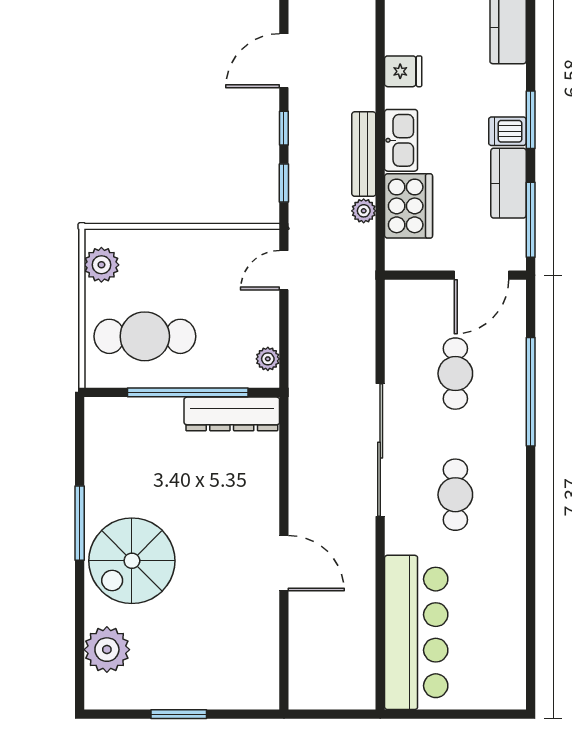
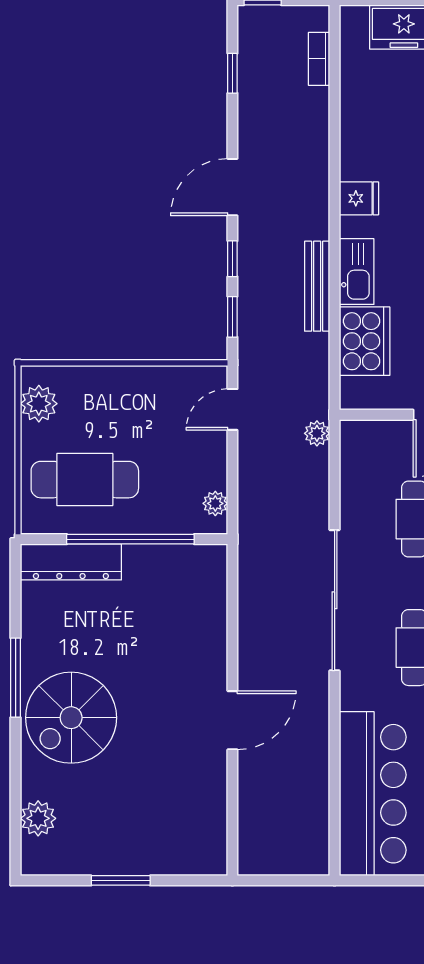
plant: (364, 211) -> (317, 433), moved
dresser: (232, 414) -> (71, 562), moved
door: (284, 563) -> (232, 720), hinge flipped
plant: (107, 650) -> (38, 818), width x0.73, depth x0.73

